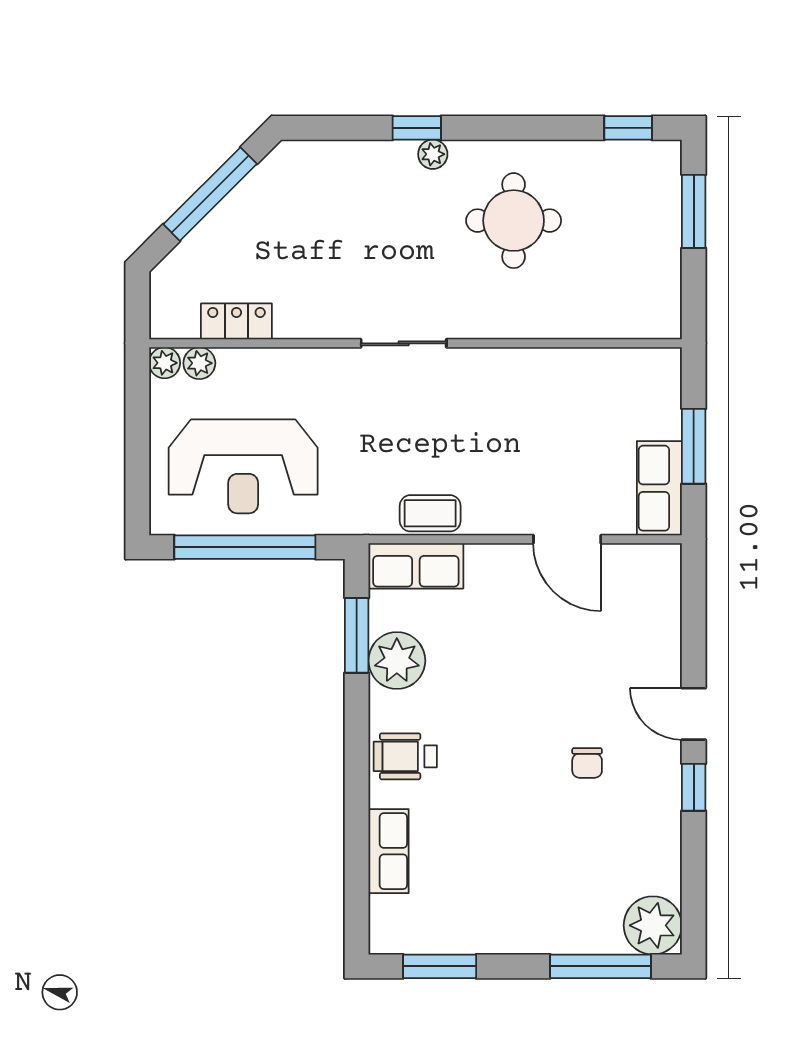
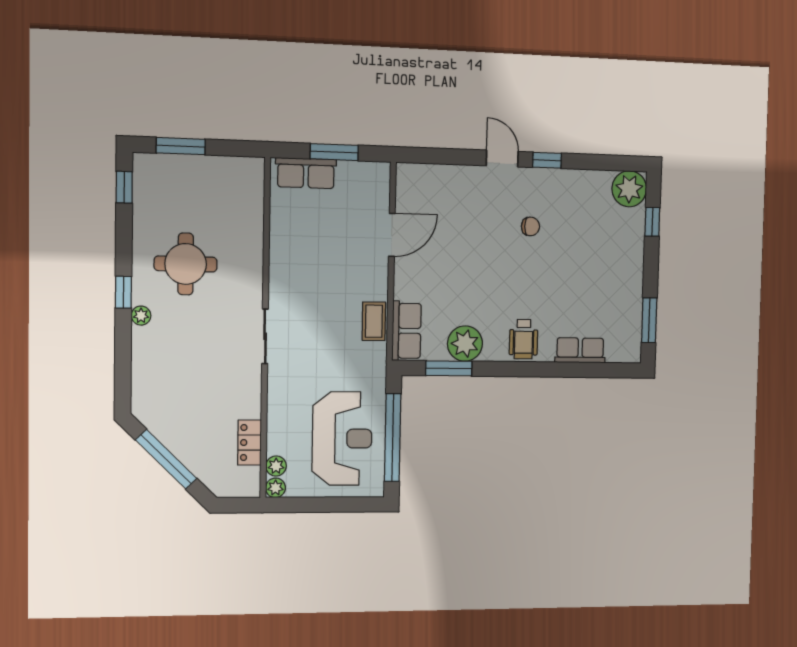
window: (417, 128) -> (123, 292), moved
row of seats: (659, 488) -> (306, 173), moved
door: (694, 714) -> (502, 159), swing flipped
window: (601, 966) -> (652, 222), width x0.46

